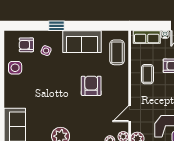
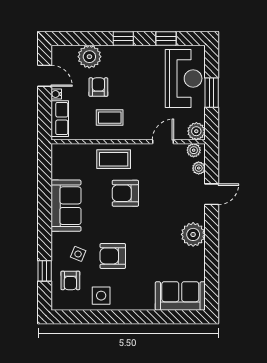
window: (57, 26) -> (45, 271), moved
coffee table: (117, 52) -> (114, 159), moved
armchair: (45, 76) -> (113, 256), added
door: (130, 114) -> (163, 142), swing flipped

